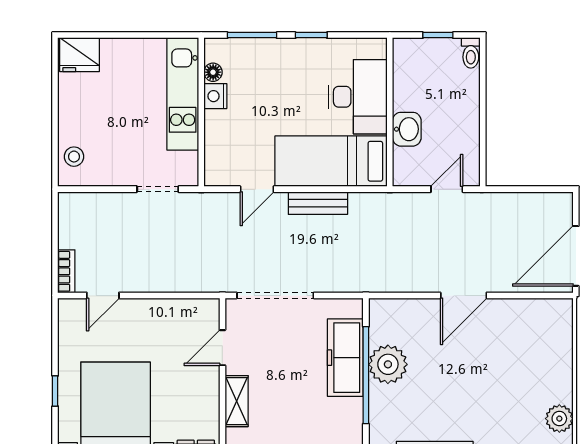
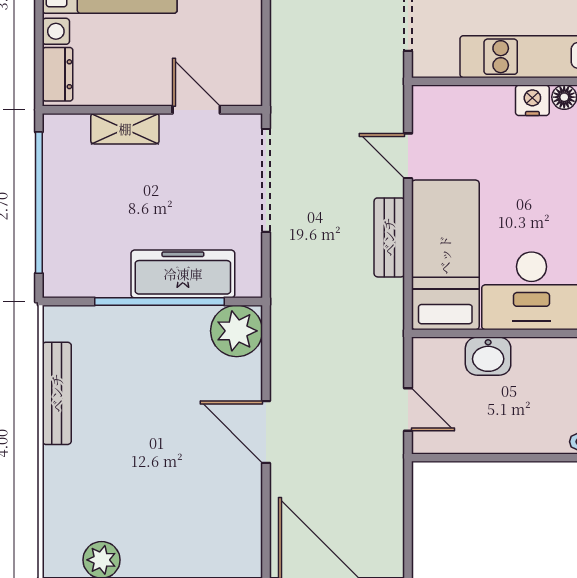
plant: (388, 364) -> (237, 331), moved

